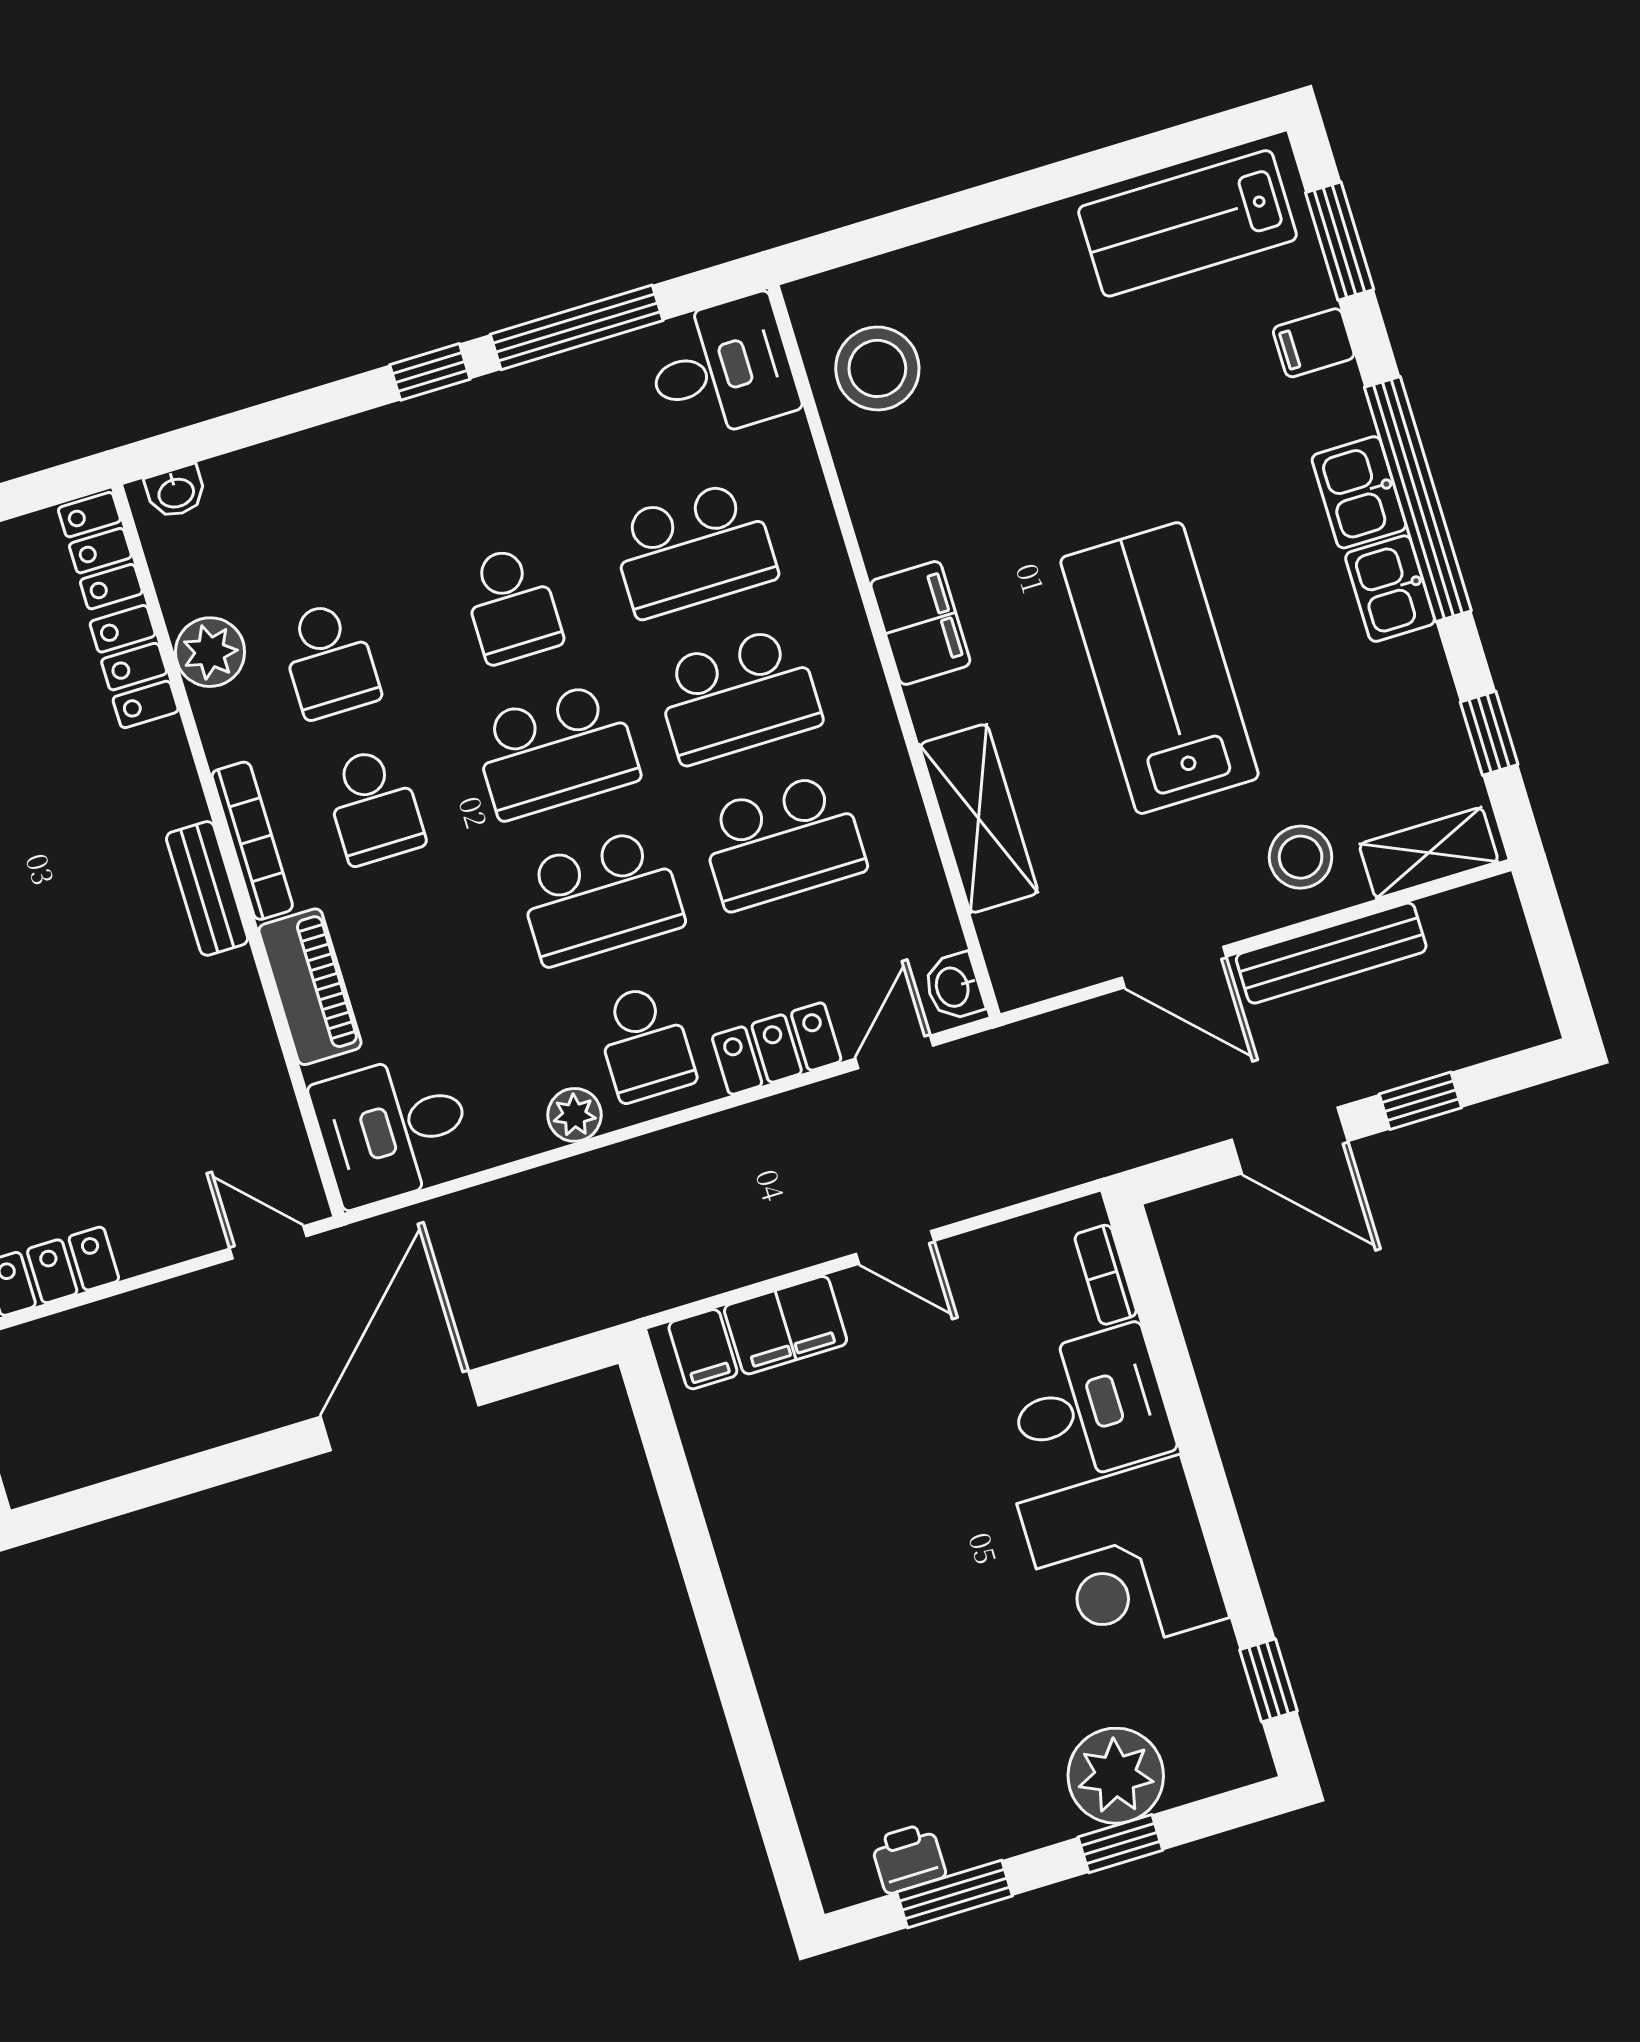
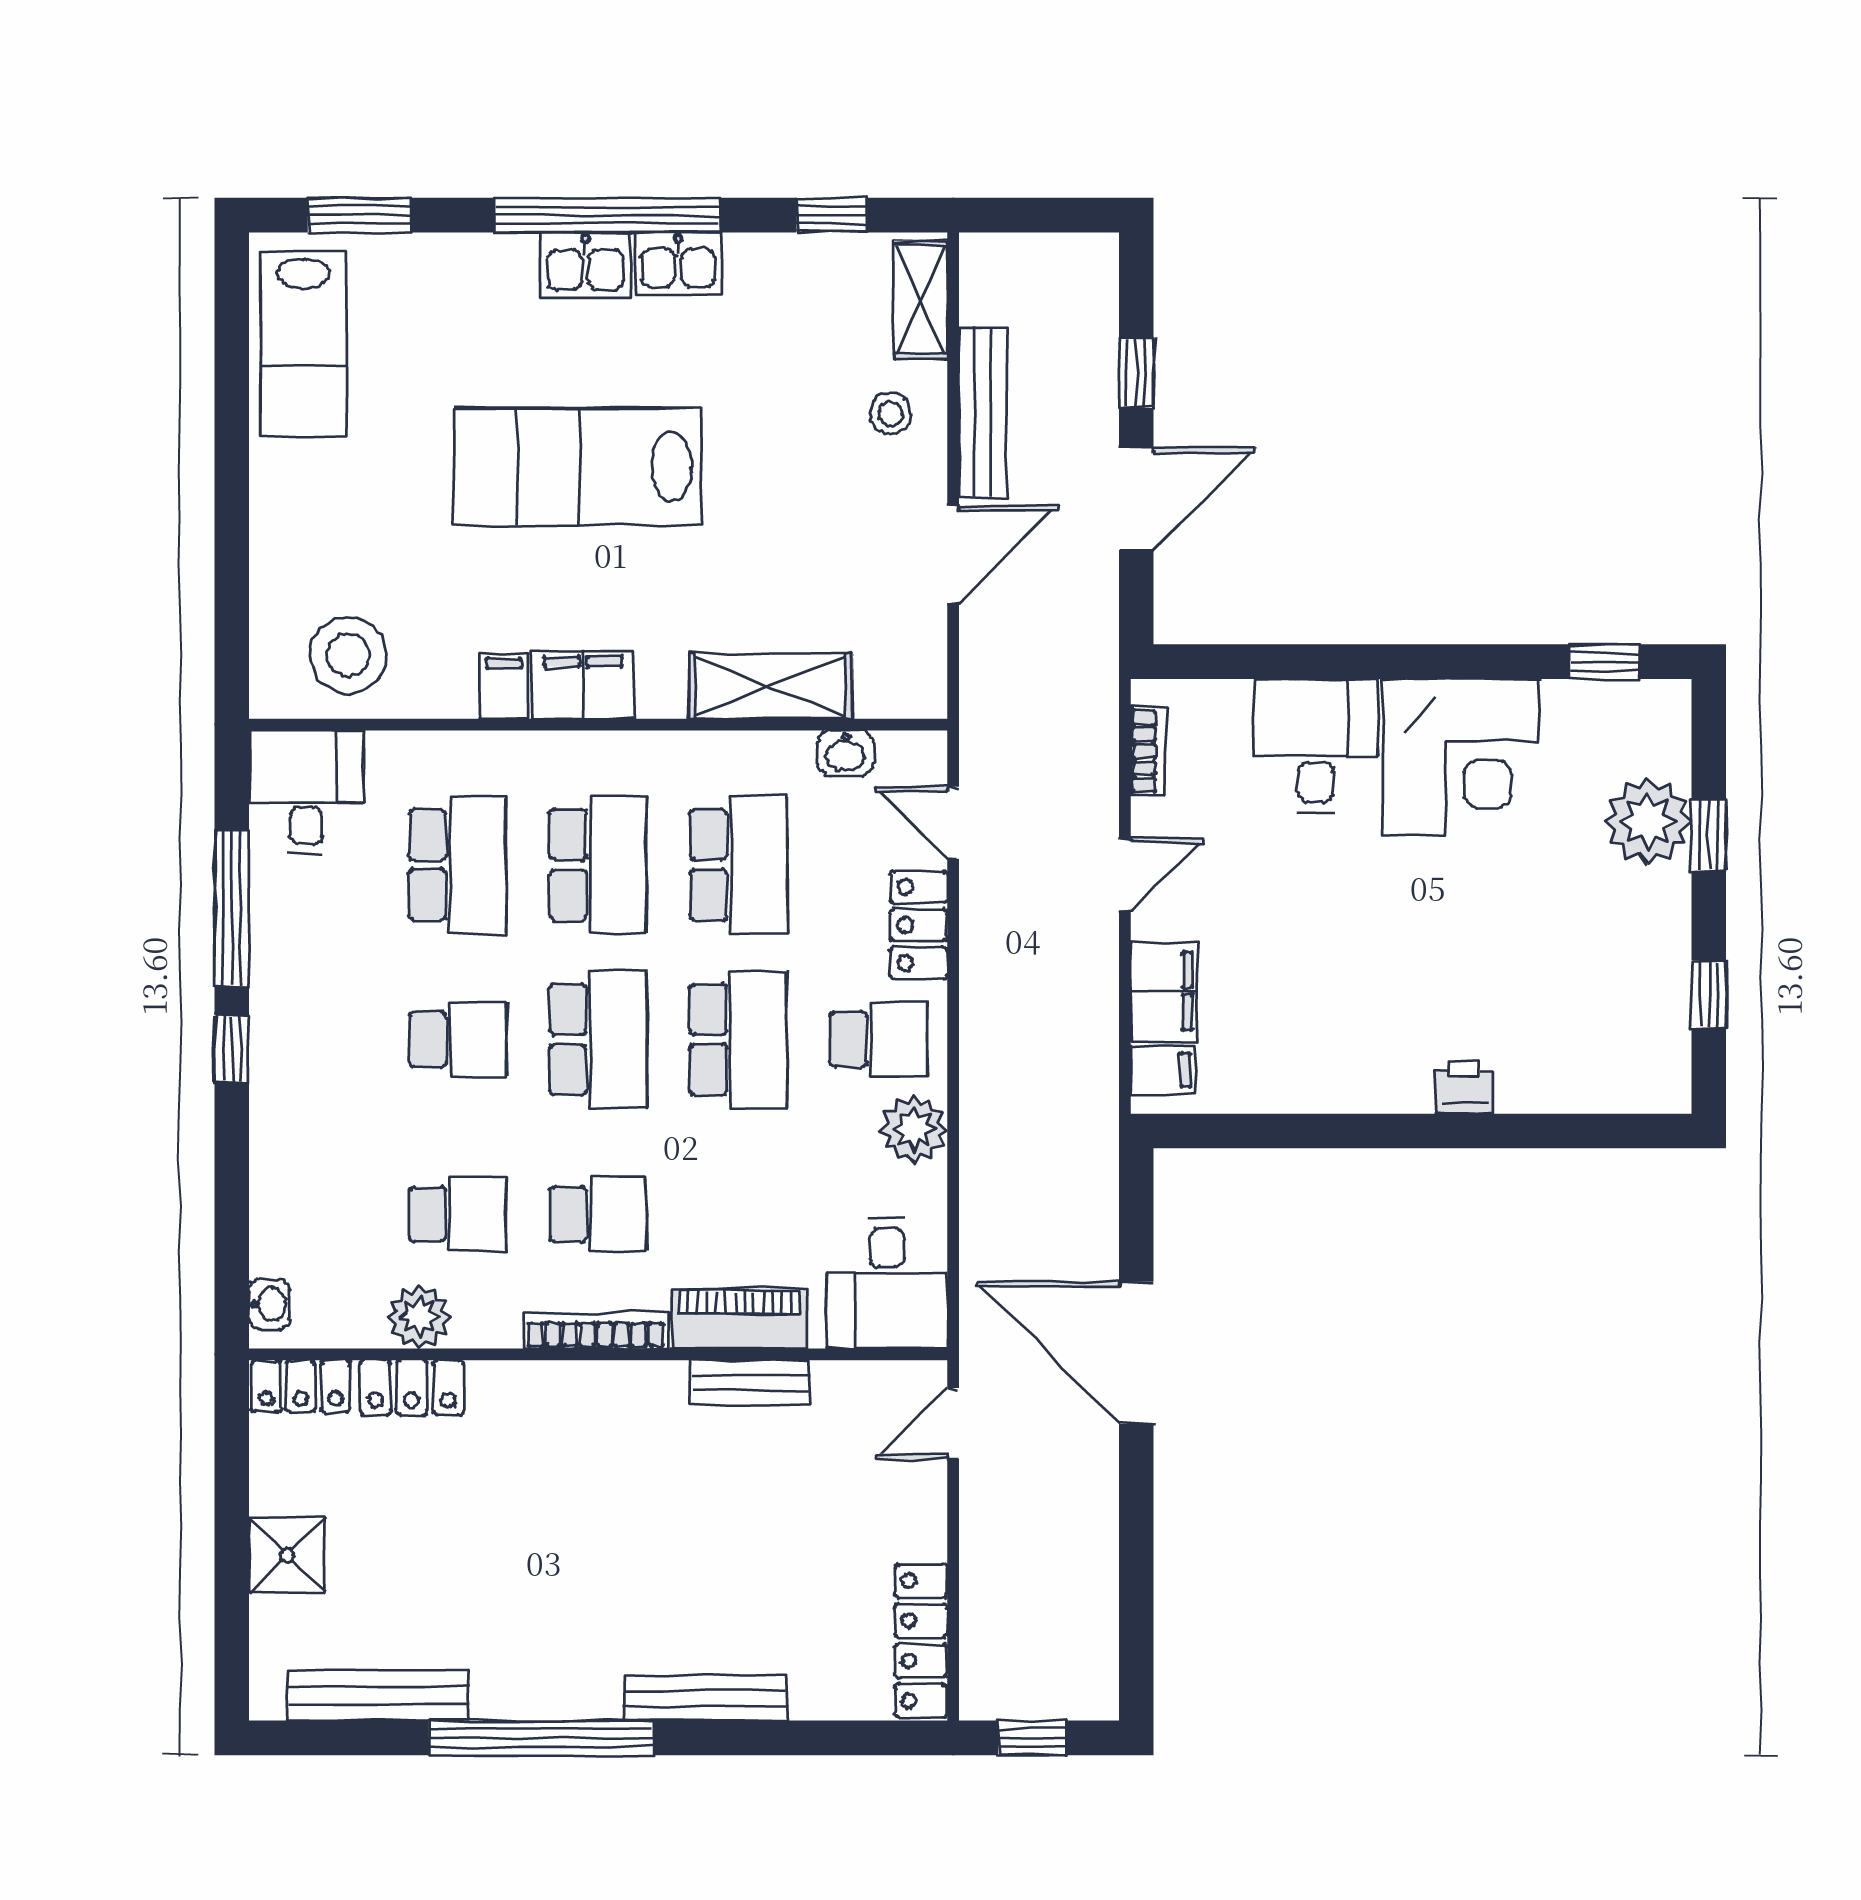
filing cabinet: (1314, 343) -> (503, 686), moved, turned 180
lab bench: (1159, 668) -> (578, 467), moved
stool: (1301, 857) -> (890, 414), width x0.73, depth x0.73
bench: (207, 888) -> (750, 1383), moved
washbasin: (954, 987) -> (845, 753), moved
plant: (575, 1115) -> (914, 1129), width x1.38, depth x1.38
bookcase: (1106, 1275) -> (1148, 751), moved, turned -90
printer: (908, 1858) -> (1464, 1087), moved, turned 90
window: (955, 1894) -> (1709, 994), width x0.67

